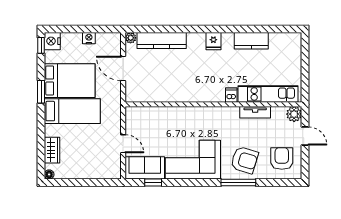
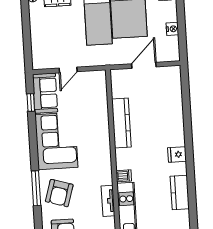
plant: (131, 38) -> (175, 71), removed
kitchen counter: (162, 40) -> (121, 123), moved, turned 180

